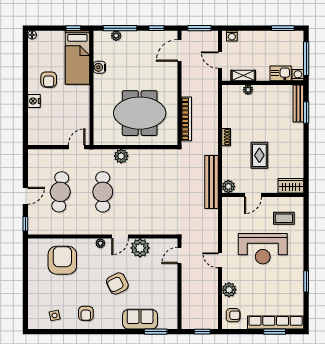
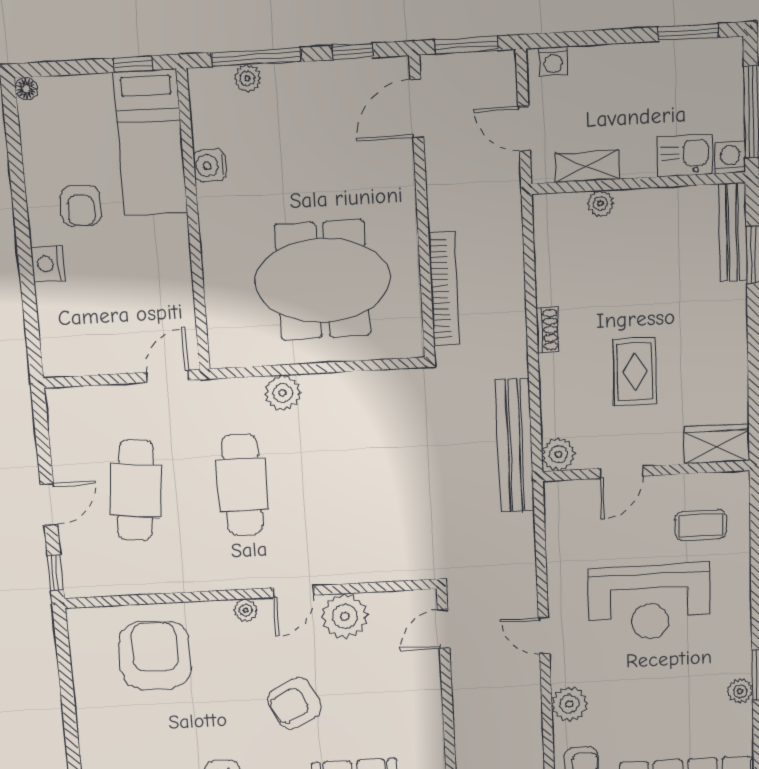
plant: (298, 288) -> (740, 691), added

